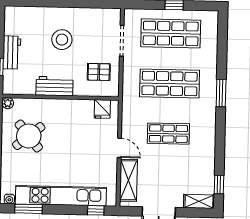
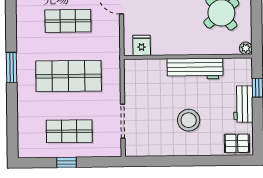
shop shelf: (171, 33) -> (69, 131), width x0.70, depth x0.74
pallet: (99, 72) -> (237, 143), moved
workbench: (55, 86) -> (195, 69), width x1.38

